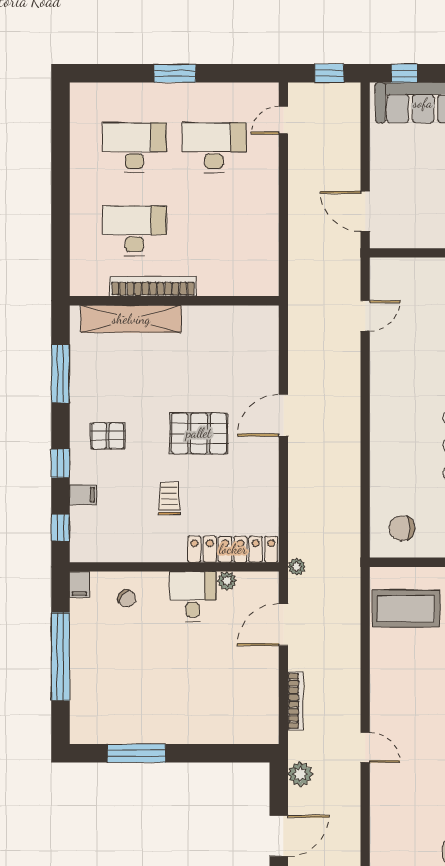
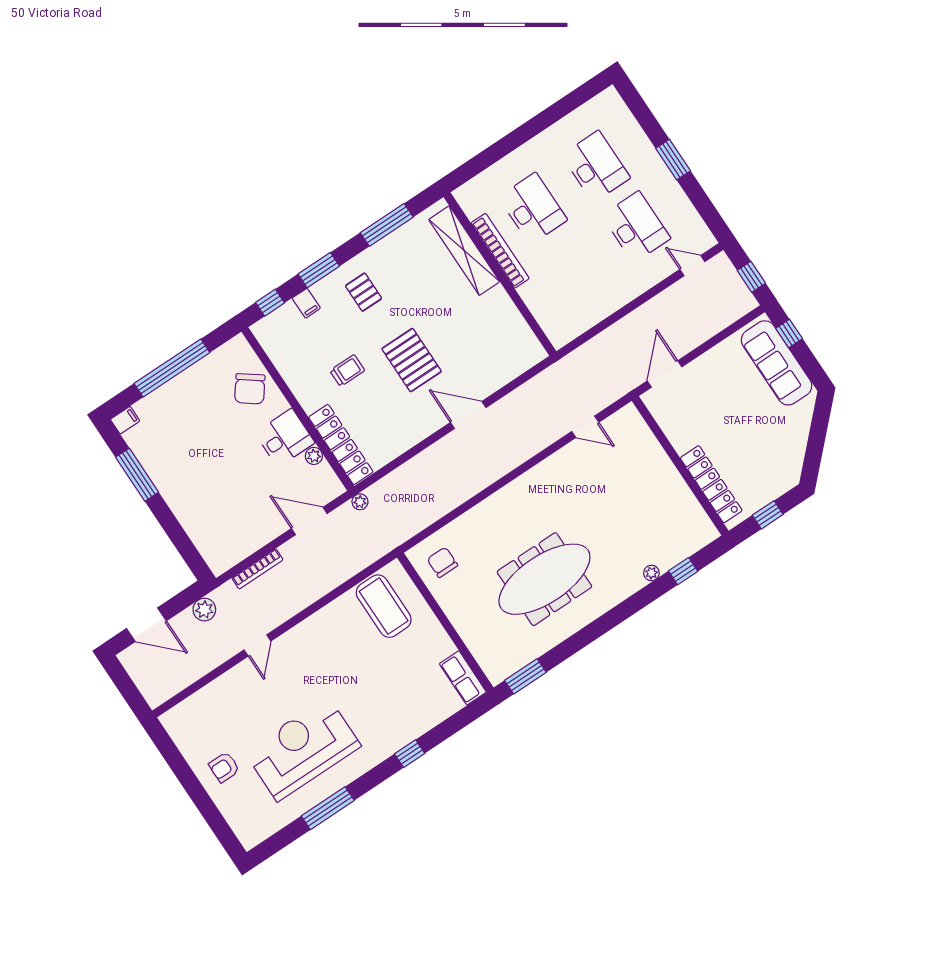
window: (60, 463) -> (319, 270), width x1.50
filing cabinet: (79, 585) -> (125, 420), moved, turned 180
chair: (127, 598) -> (250, 389), width x1.87, depth x1.87

